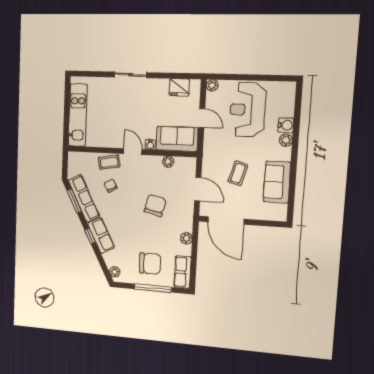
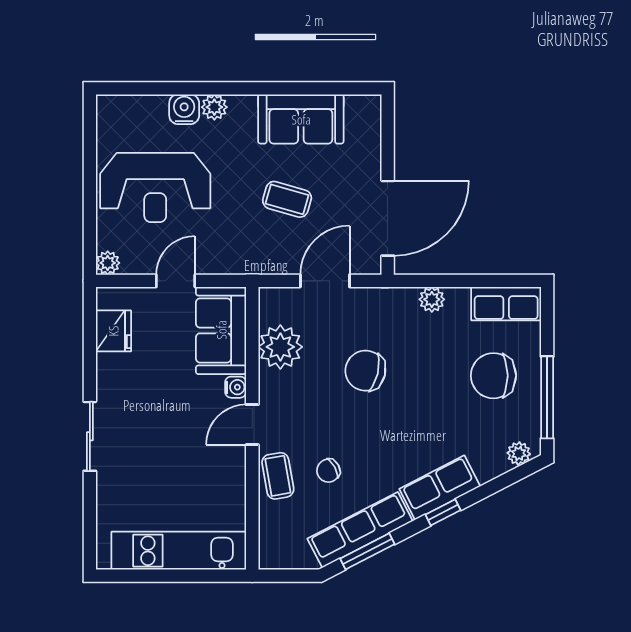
plant: (168, 162) -> (280, 347), width x1.88, depth x1.88
chair: (150, 264) -> (493, 376), turned -90
window: (153, 288) -> (547, 397), moved

